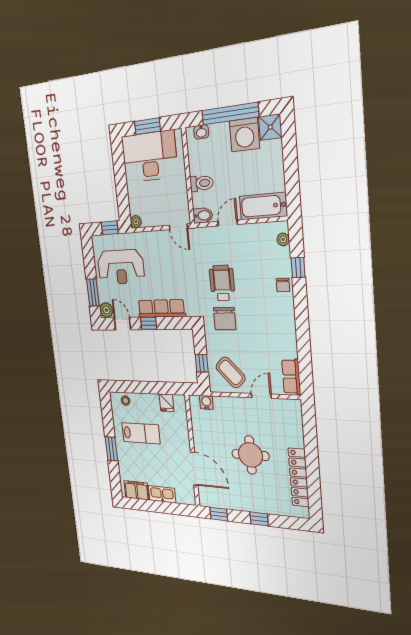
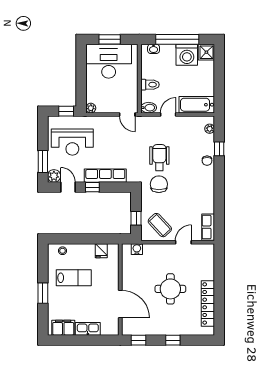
chair: (225, 319) -> (159, 184), turned 180

